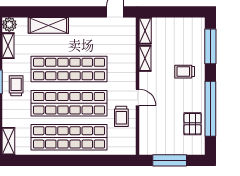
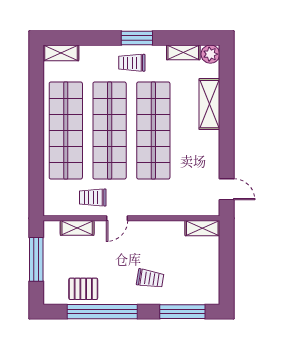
shelving: (145, 58) -> (77, 228), moved
trolley: (185, 72) -> (150, 279), turned 99
trolley: (16, 86) -> (132, 63), turned 180

